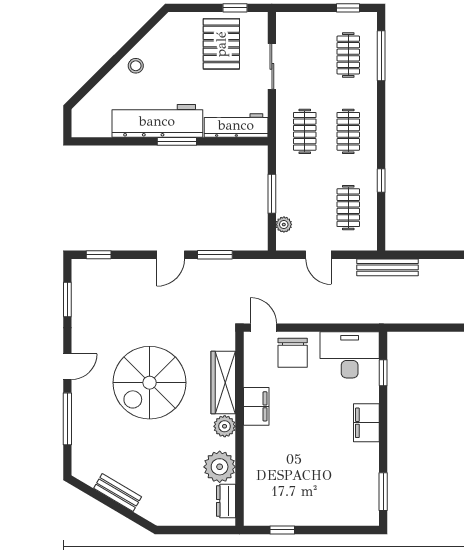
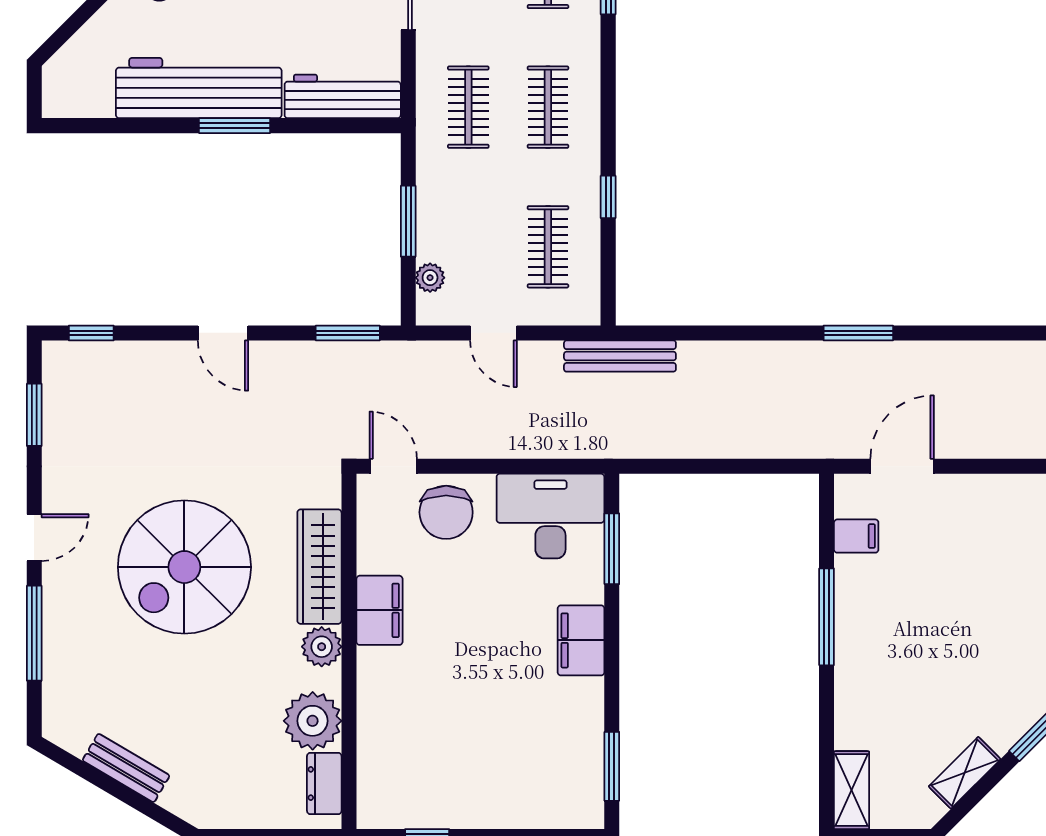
door: (171, 255) -> (223, 333), hinge flipped
window: (215, 255) -> (348, 333), moved
window: (383, 373) -> (612, 549), width x1.50

